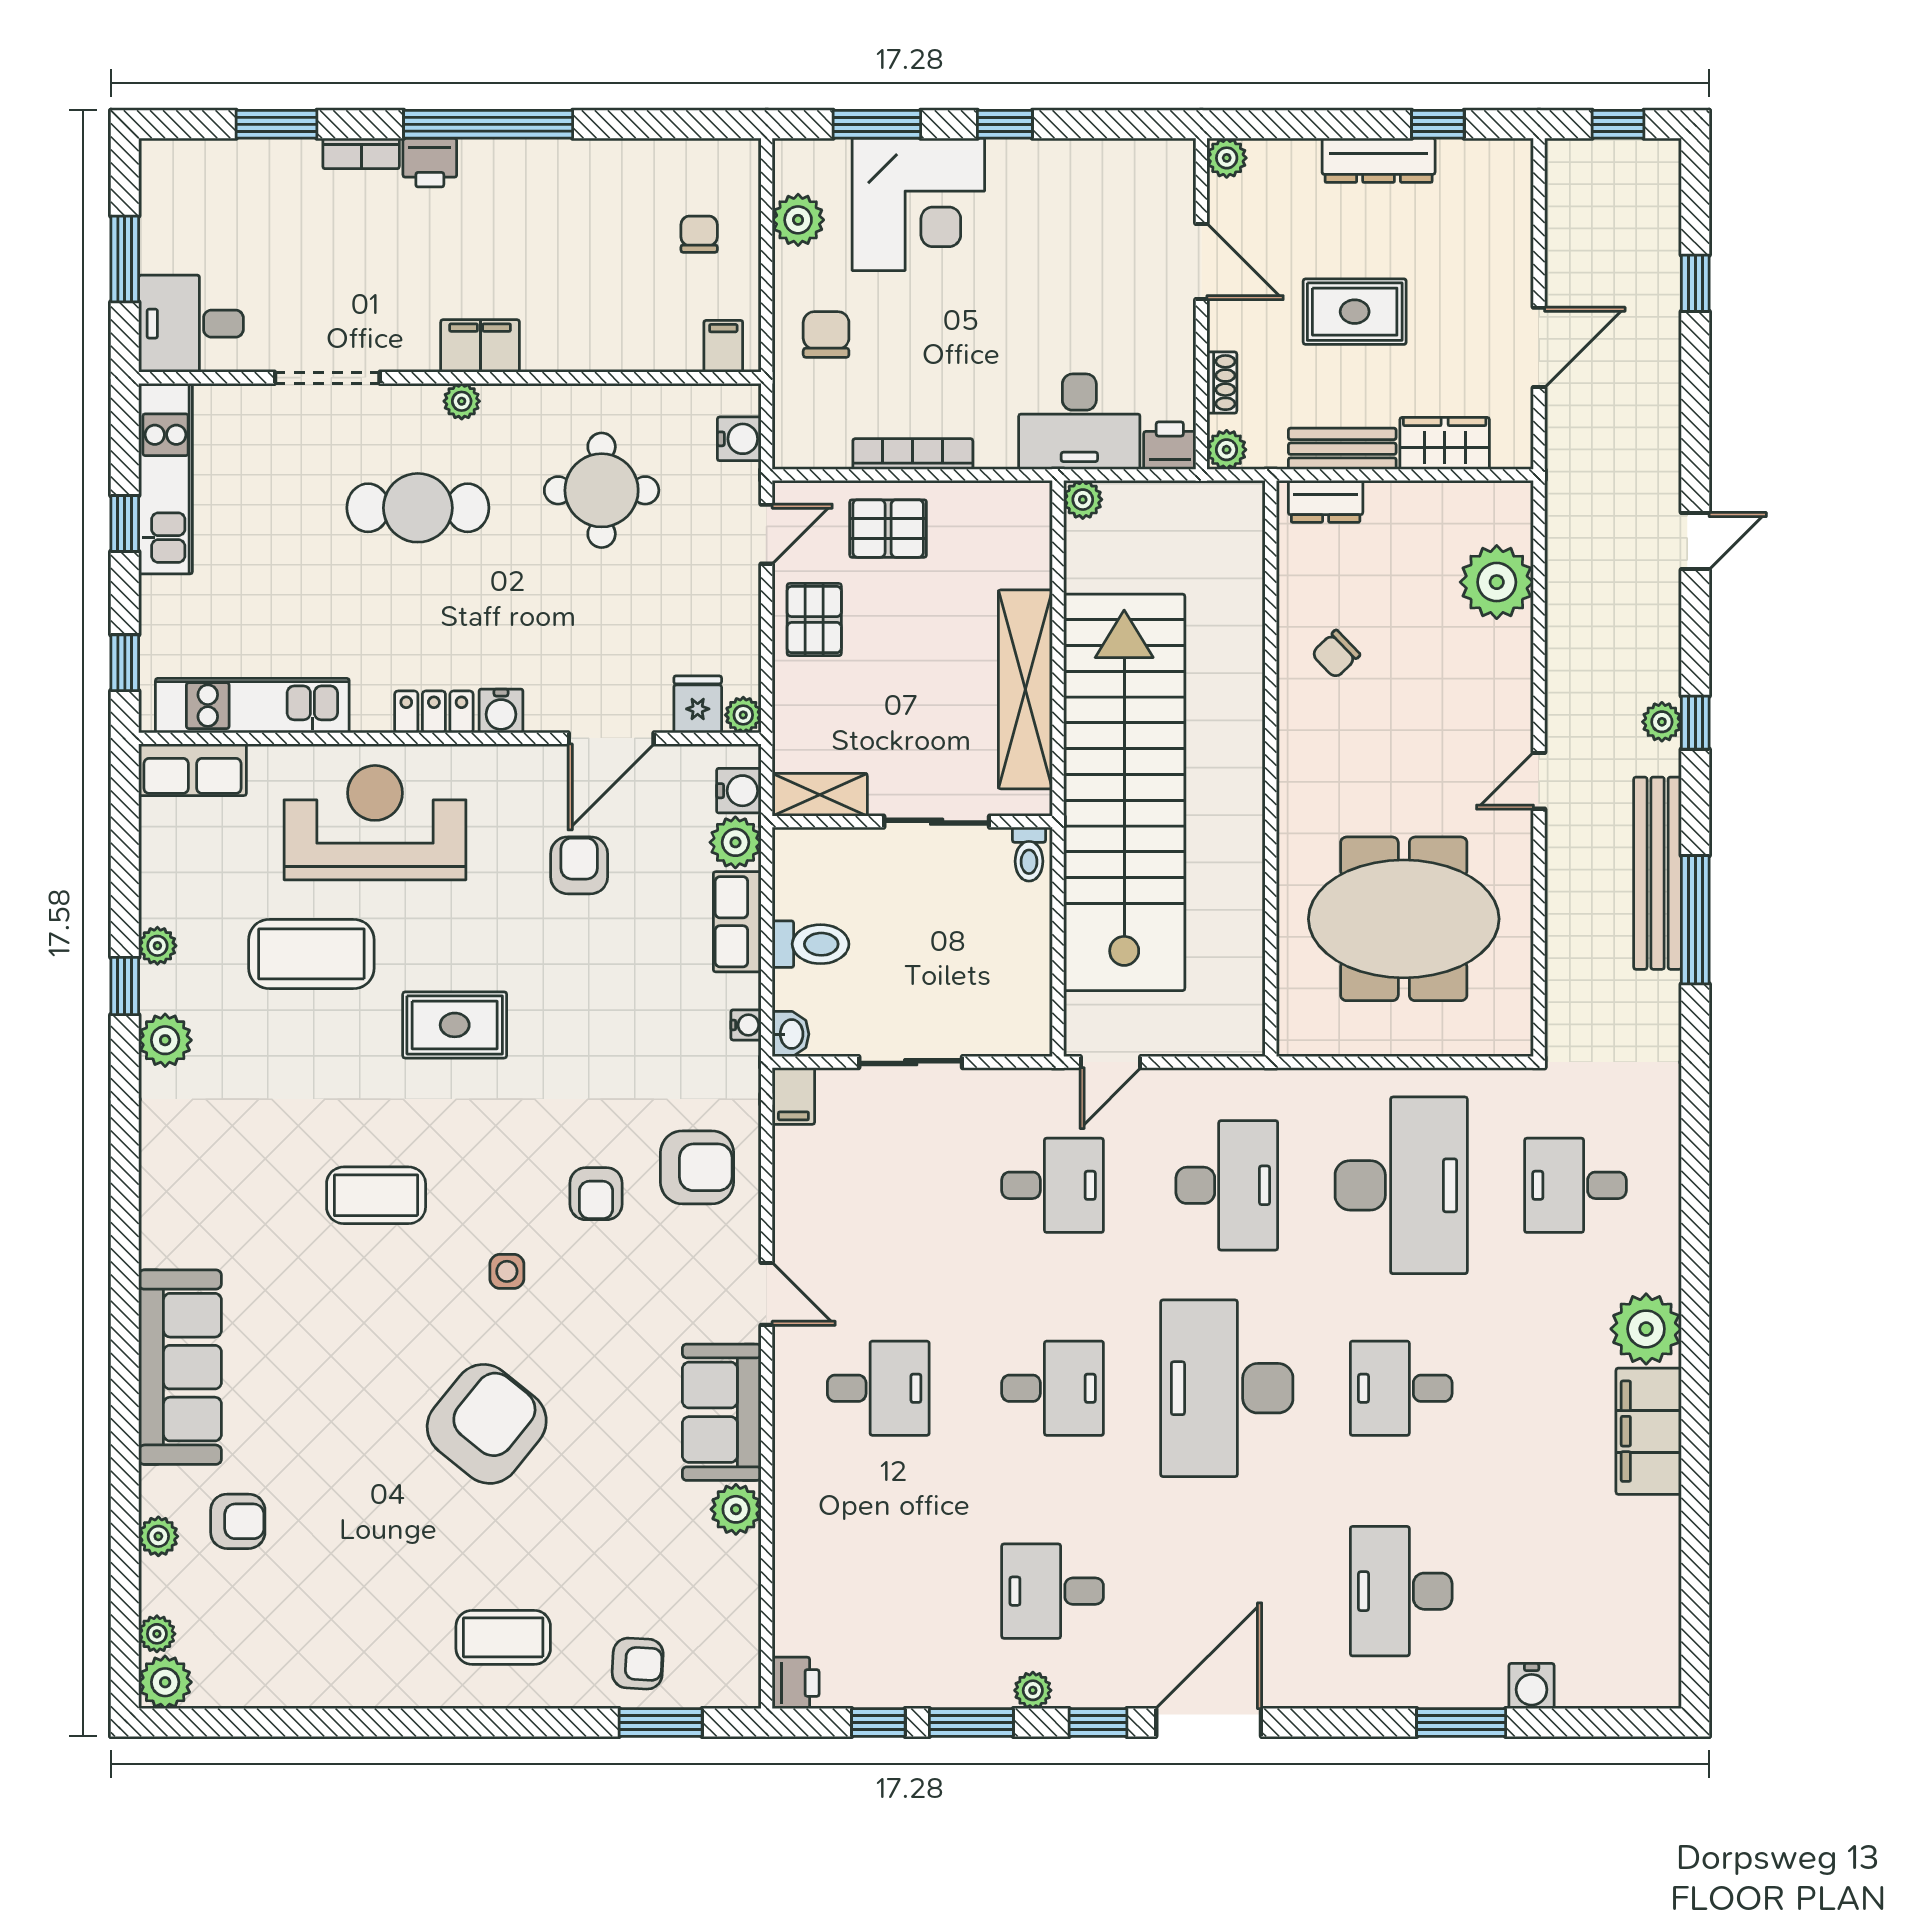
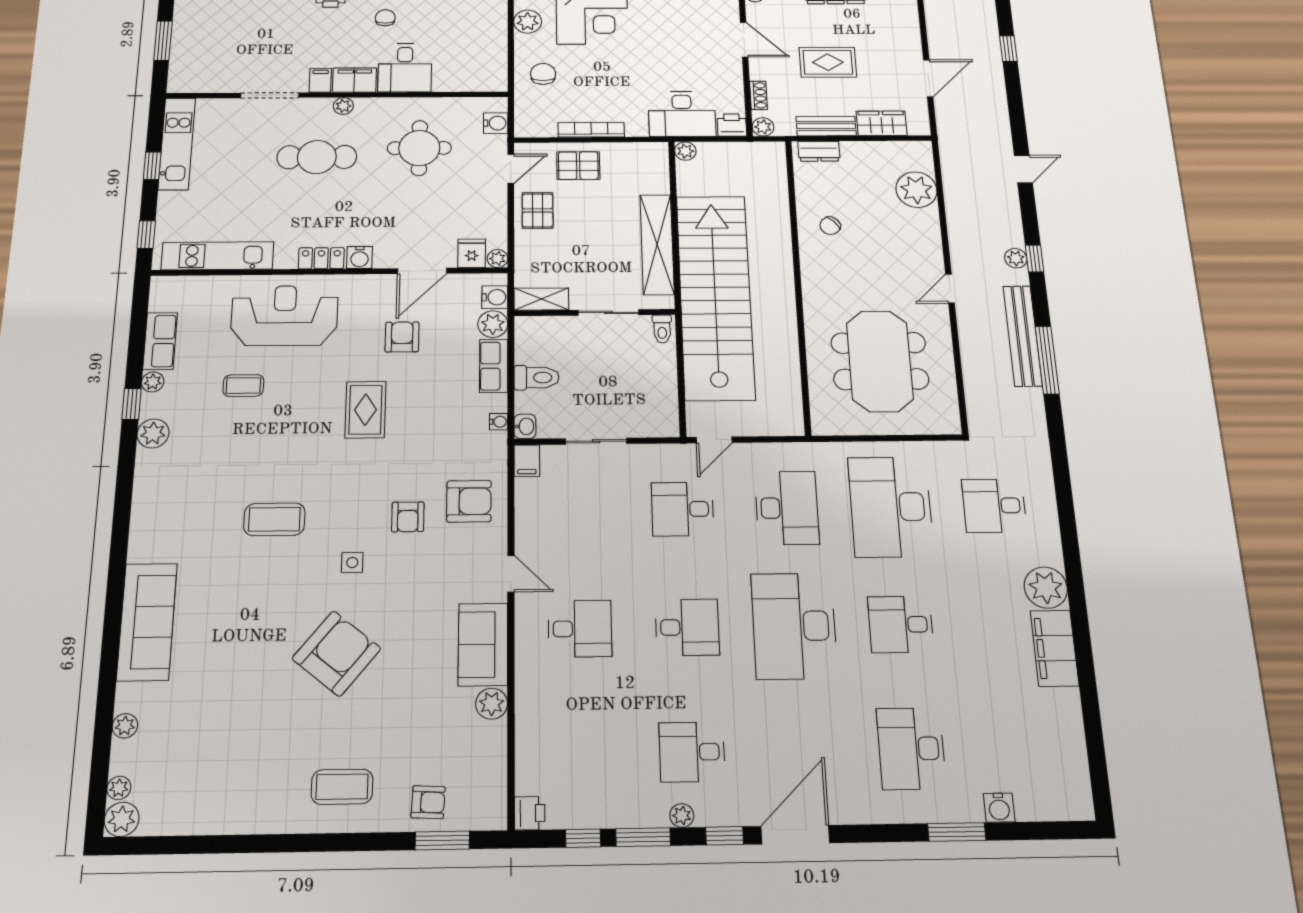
chair: (699, 234) -> (385, 18), moved
desk: (191, 324) -> (405, 68), moved, turned -90
filing cabinet: (723, 346) -> (320, 80), moved
row of seats: (193, 770) -> (160, 341), moved, turned -90
meeting table: (1404, 919) -> (880, 361), turned 90
coffee table: (311, 954) -> (243, 386), width x0.54, depth x0.58
rug: (455, 1025) -> (365, 410), moved, turned 90
desk: (1053, 1185) -> (683, 509), turned 180
desk: (1401, 1185) -> (891, 507), turned 180
armchair: (238, 1521) -> (176, 716), removed

